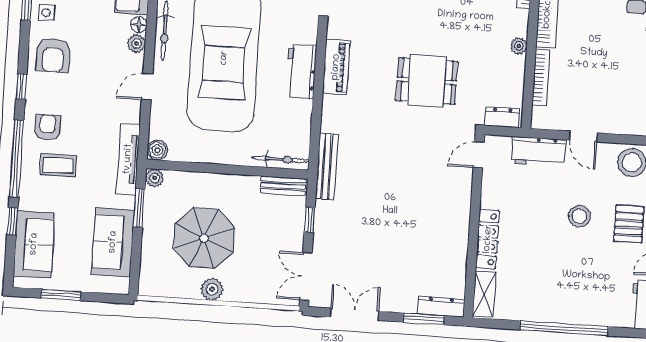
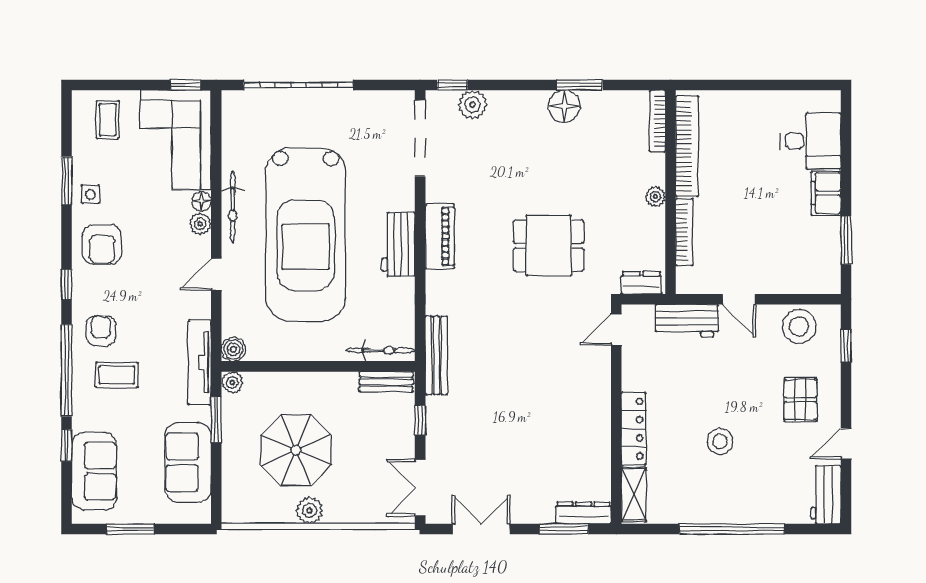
stool: (579, 216) -> (720, 441), moved

